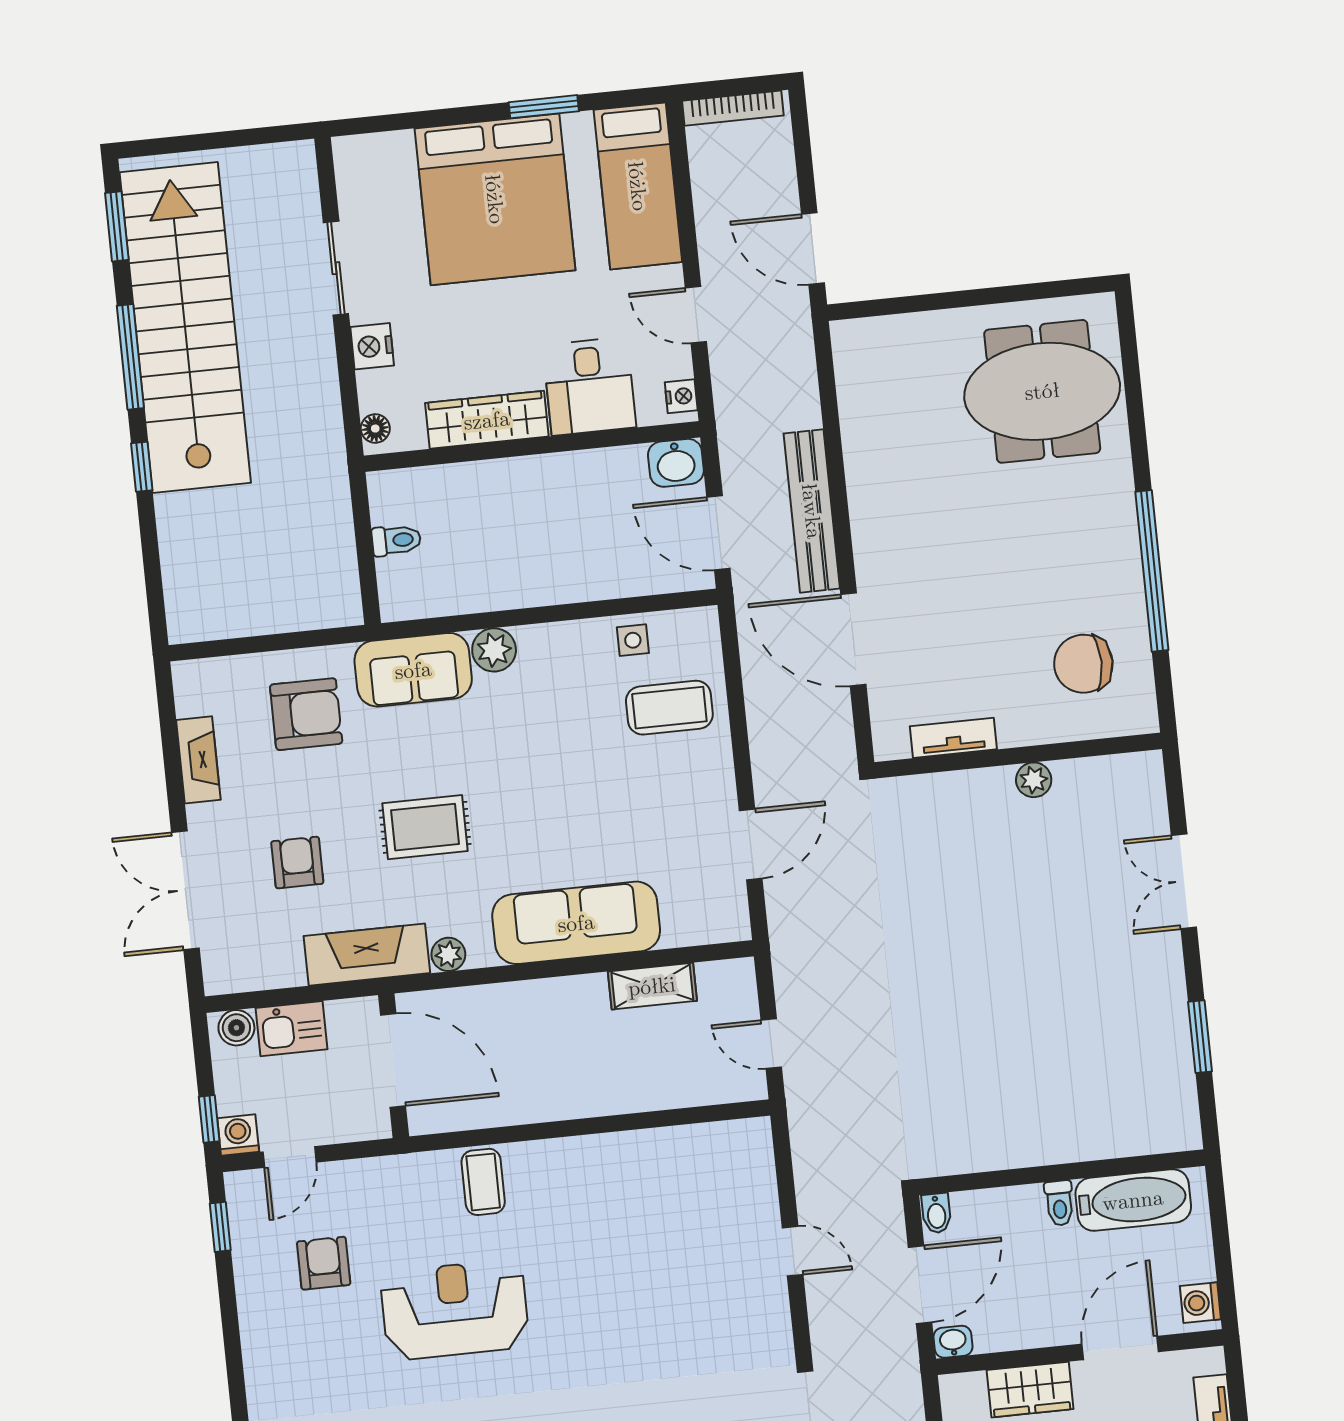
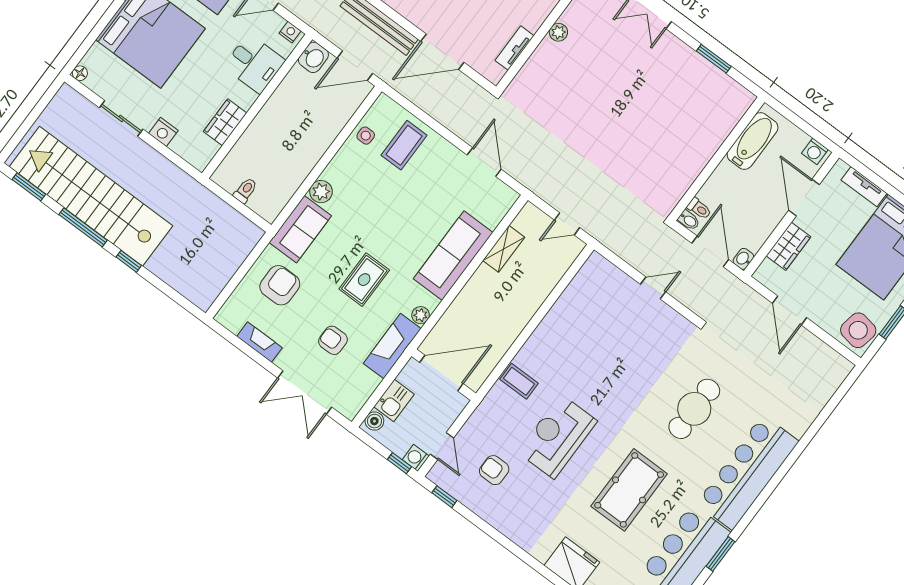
wardrobe: (487, 420) -> (225, 122), width x0.67
floor lamp: (375, 429) -> (80, 73), moved
toilet: (1059, 1203) -> (699, 209), moved

